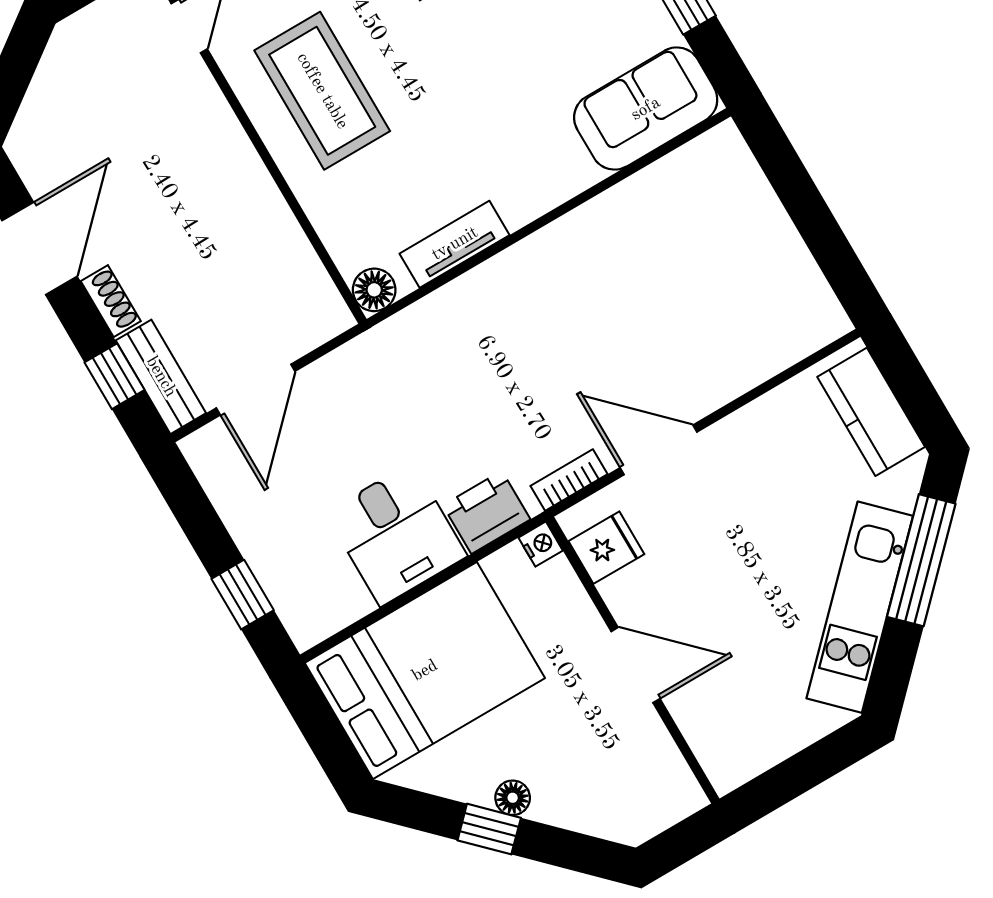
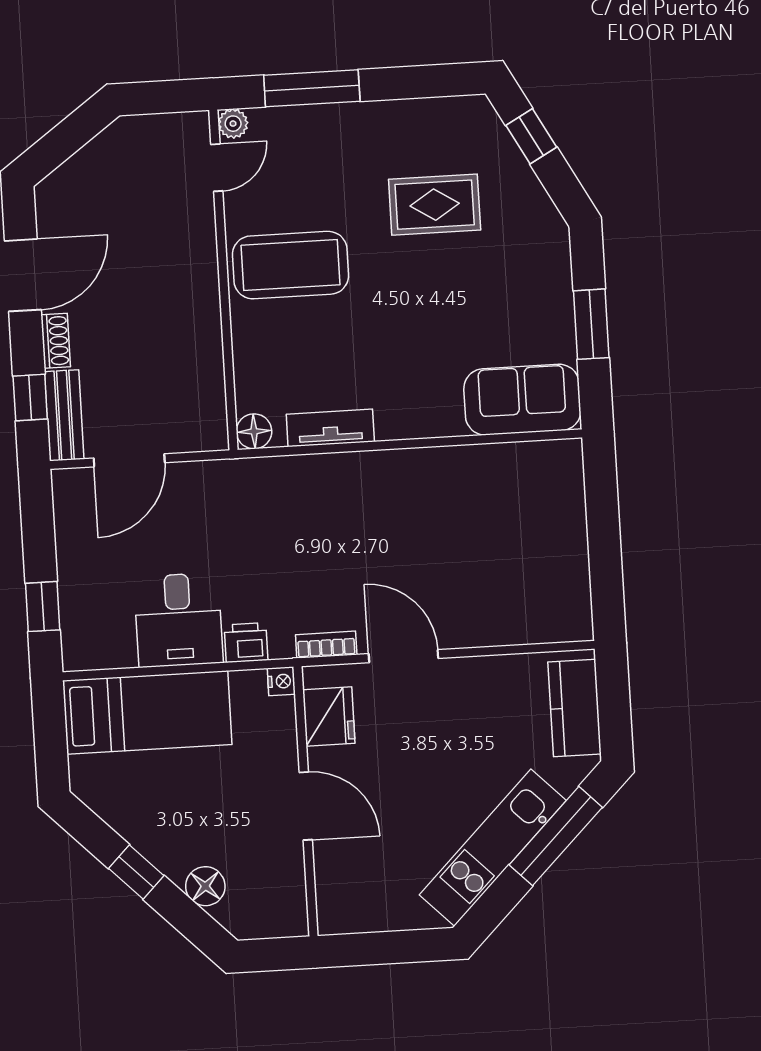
coffee table: (322, 91) -> (290, 265), turned 90
printer: (487, 512) -> (246, 643), width x0.73, depth x0.81
fridge: (606, 548) -> (329, 716), width x1.38
bed: (425, 671) -> (147, 712), width x0.67
floor lamp: (513, 798) -> (205, 886), moved, width x1.37, depth x1.37

